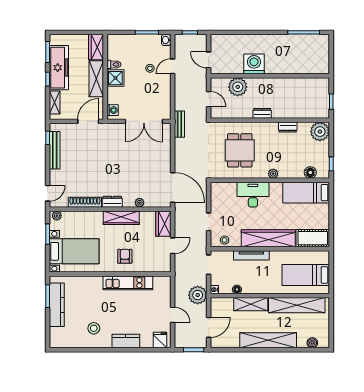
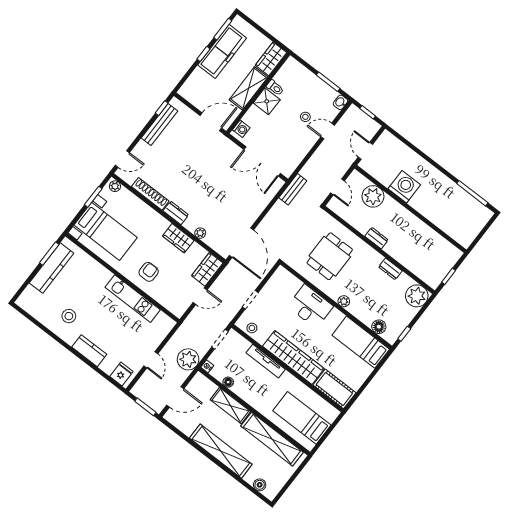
shelving: (55, 102) -> (193, 81), removed
wardrobe: (121, 218) -> (178, 238), width x0.67

